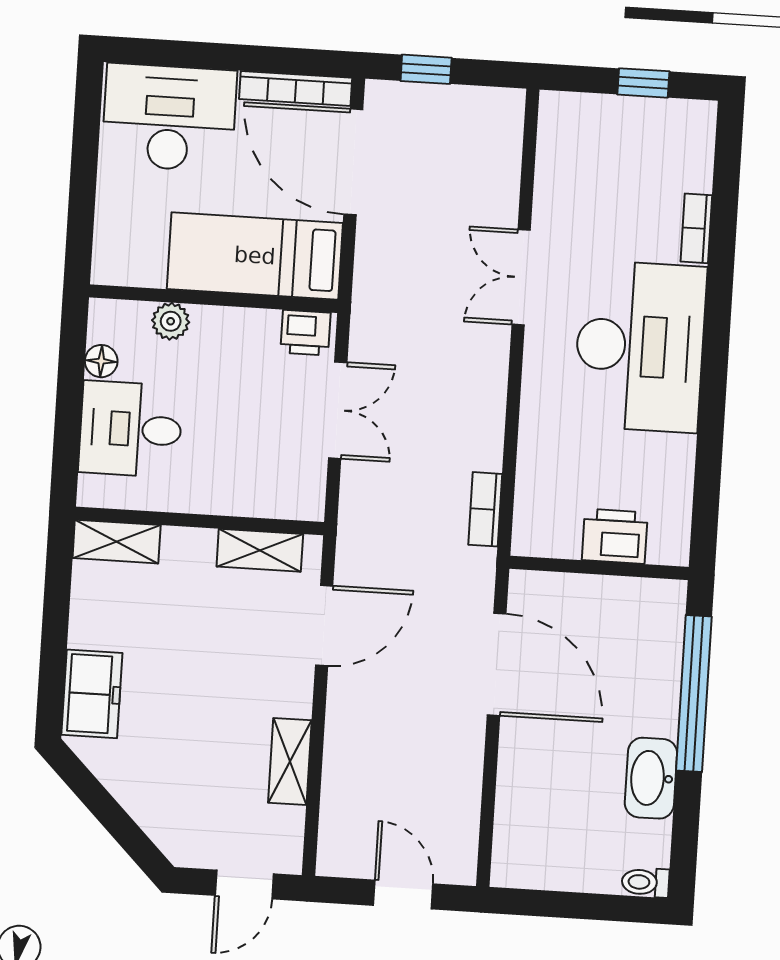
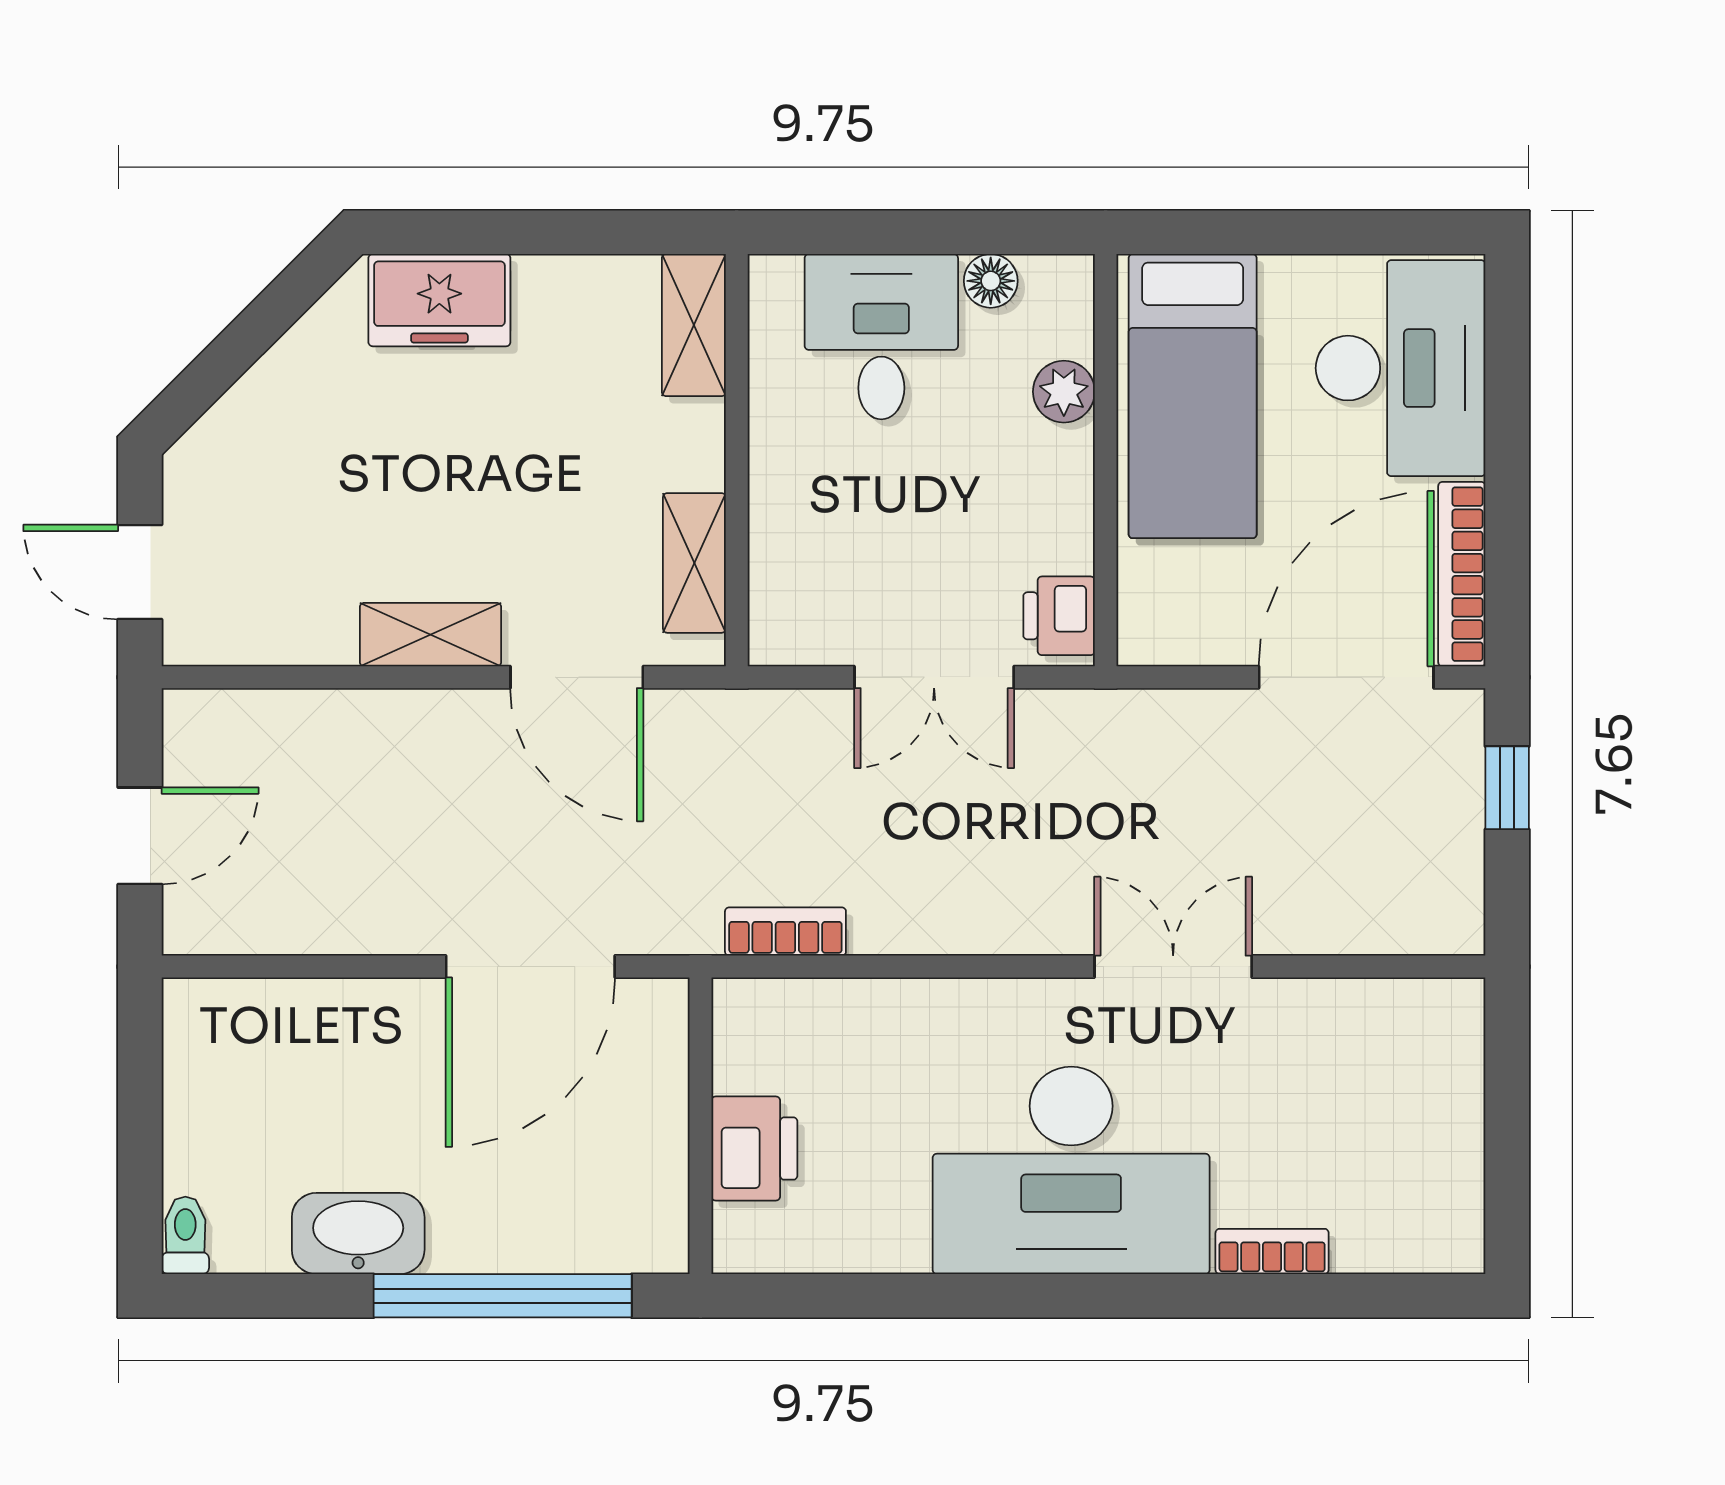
window: (643, 83) -> (1507, 1149), removed
bed: (255, 256) -> (1193, 396), moved, turned 180
shelving: (290, 761) -> (430, 635), moved

